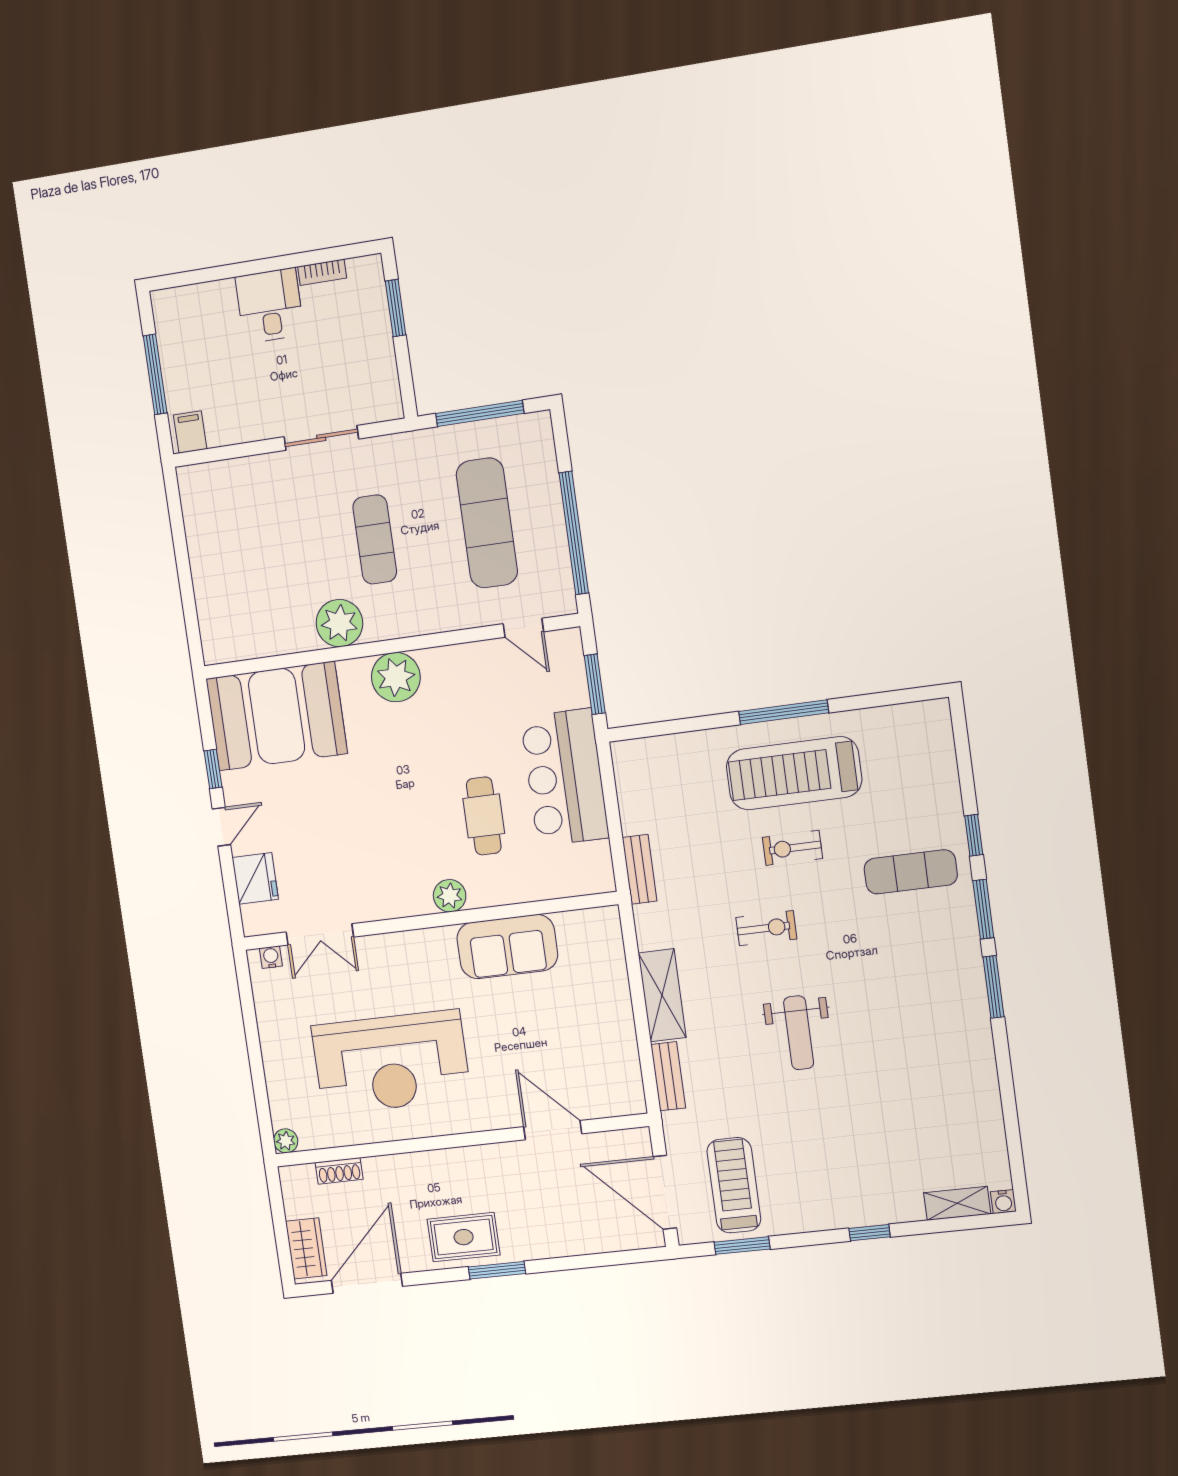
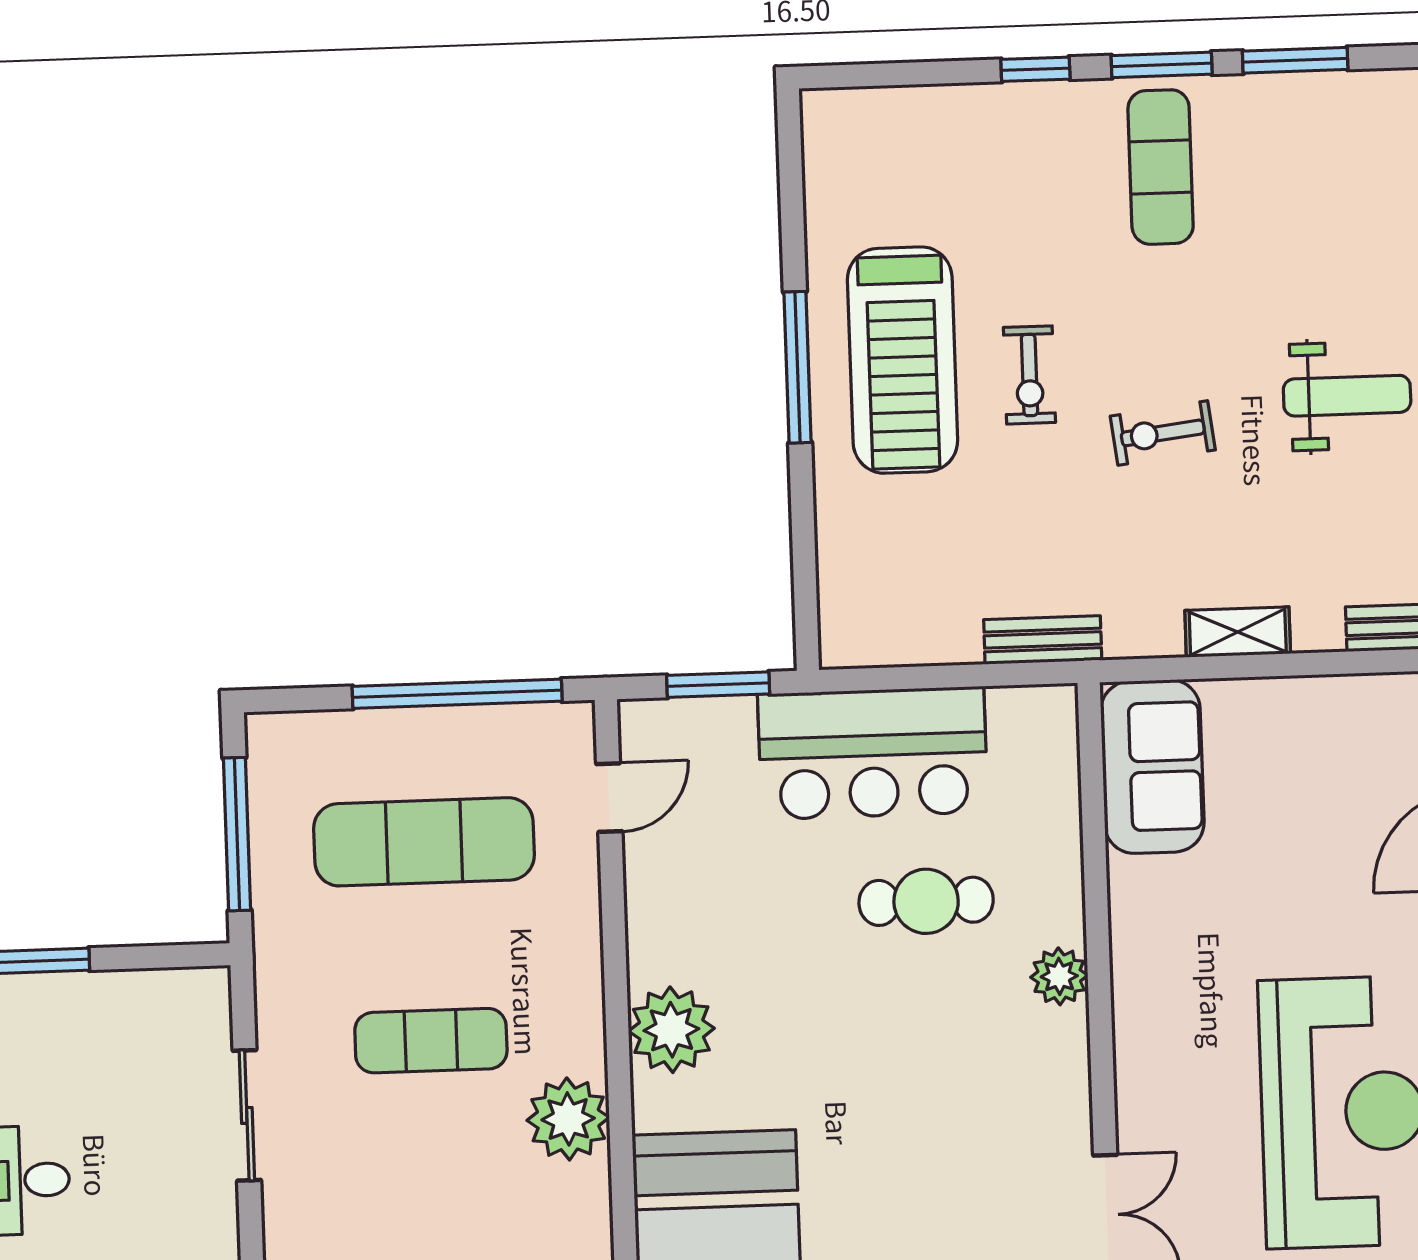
exercise mat: (911, 872) -> (1161, 167), moved
exercise bike: (766, 928) -> (1163, 433), turned -97
sofa: (507, 947) -> (1152, 767), moved
shelving: (662, 995) -> (1238, 632), width x0.67, depth x0.75

